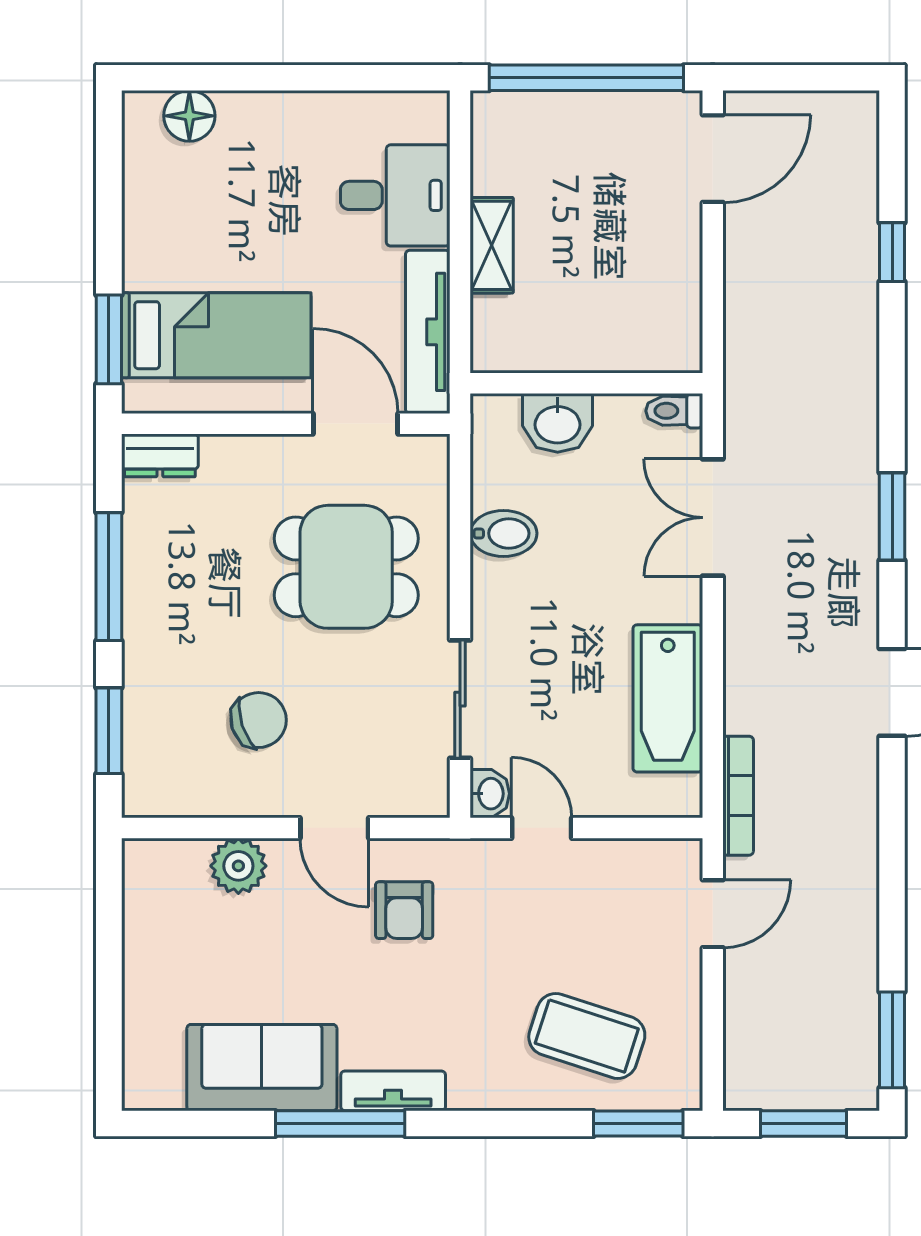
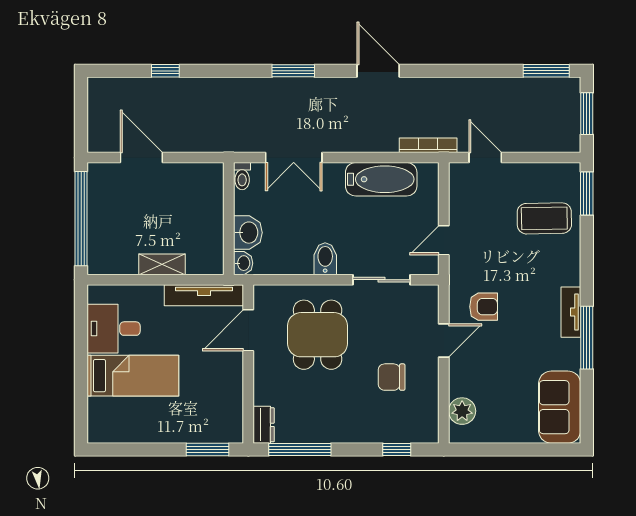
floor lamp: (189, 116) -> (99, 411), removed
door: (713, 159) -> (141, 158), moved
desk: (395, 195) -> (114, 329), moved, turned -90
bed: (216, 335) -> (133, 376), moved, turned 90
bidet: (504, 533) -> (325, 259), moved
window: (109, 577) -> (300, 449), moved
chair: (259, 720) -> (392, 377), turned -72
window: (109, 731) -> (397, 449), width x0.67
washbasin: (490, 794) -> (243, 263), moved, turned 90
plant: (238, 866) -> (462, 411), moved
coffee table: (587, 1036) -> (544, 218), turned 71
sofa: (262, 1068) -> (560, 407), moved

